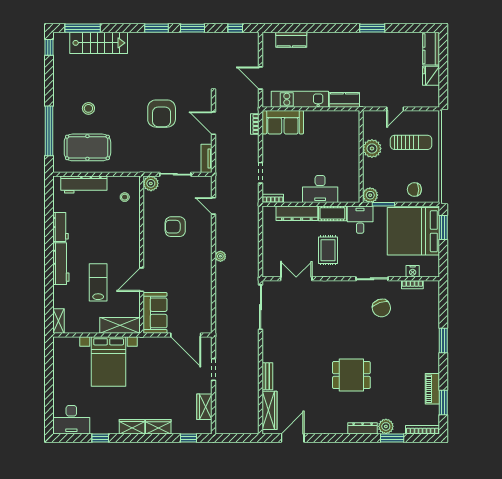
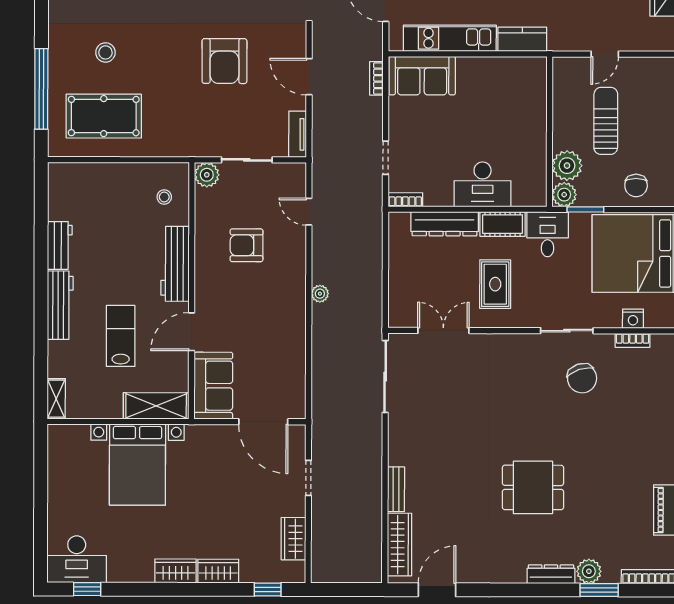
sun lounger: (411, 142) -> (606, 121), moved, turned -90
plant: (372, 148) -> (567, 166), moved
workbench: (84, 184) -> (175, 264), moved, turned 90
chair: (414, 190) -> (636, 185), turned -90
window: (100, 438) -> (87, 589), moved

